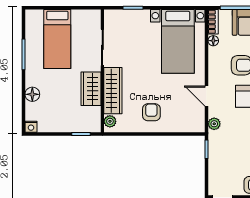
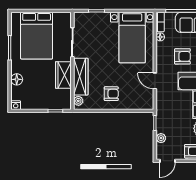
bed: (57, 39) -> (37, 36), width x1.50
armchair: (151, 112) -> (111, 94), turned 90
plant: (214, 124) -> (161, 138), moved

